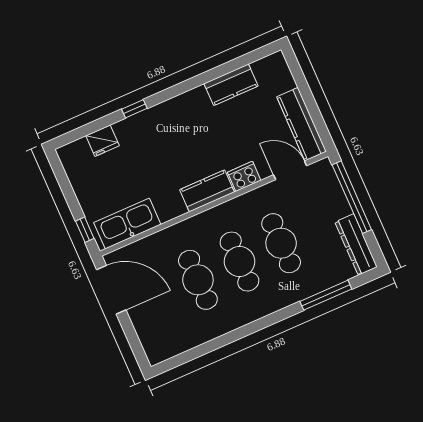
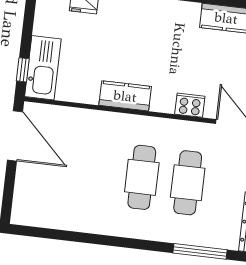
kitchen counter: (207, 191) -> (125, 96), moved
kitchen sink: (127, 224) -> (43, 68), moved, turned 90
cafe table: (198, 280) -> (96, 172), removed

